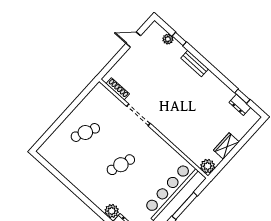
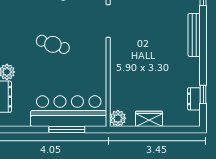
bench: (195, 63) -> (194, 35), width x1.36

